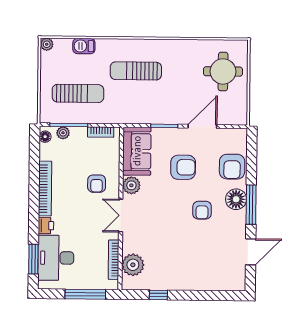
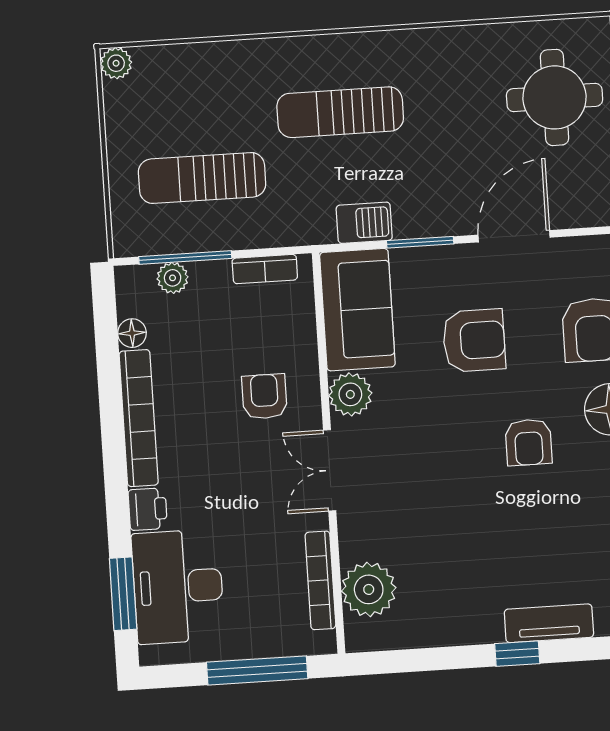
barbecue: (84, 46) -> (364, 223), moved, turned 180
sun lounger: (78, 93) -> (202, 178), turned 180
floor lamp: (45, 137) -> (132, 333), moved
armchair: (97, 184) -> (264, 397), turned 180
tv unit: (205, 284) -> (549, 623), added
window: (158, 295) -> (517, 654), moved

